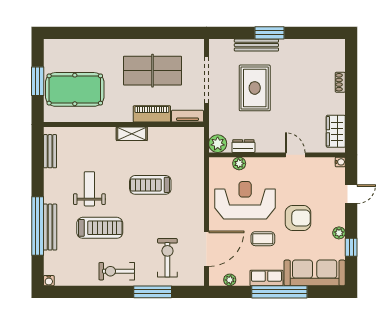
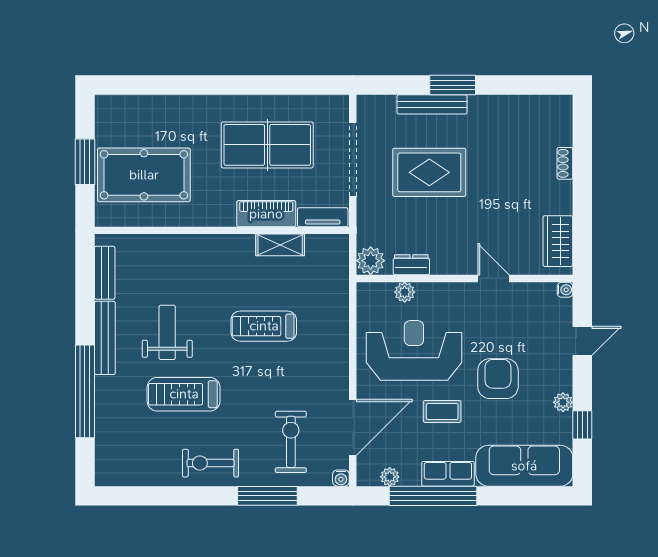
rug: (255, 88) -> (429, 172), turned 90
shelving: (132, 134) -> (280, 245), moved
armchair: (298, 218) -> (498, 379), turned -90
bench: (50, 227) -> (105, 338), moved
treadmill: (100, 228) -> (184, 394), turned 180
water cooler: (49, 281) -> (341, 478), moved
window: (279, 292) -> (433, 496), moved

